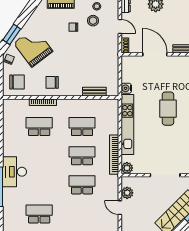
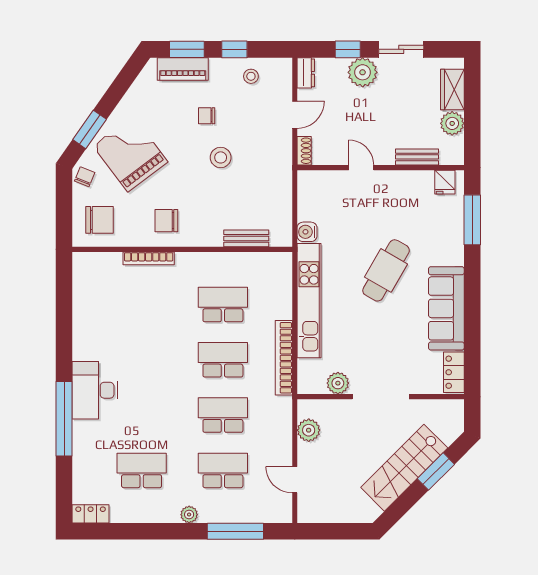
stool: (93, 21) -> (221, 157), moved
door: (120, 27) -> (295, 115), hinge flipped
door: (155, 54) -> (361, 168), width x0.53
cafe table: (168, 109) -> (386, 270), turned 30
school desk: (39, 127) -> (223, 470), moved
plant: (127, 168) -> (338, 383), moved
door: (120, 208) -> (295, 480), moved

